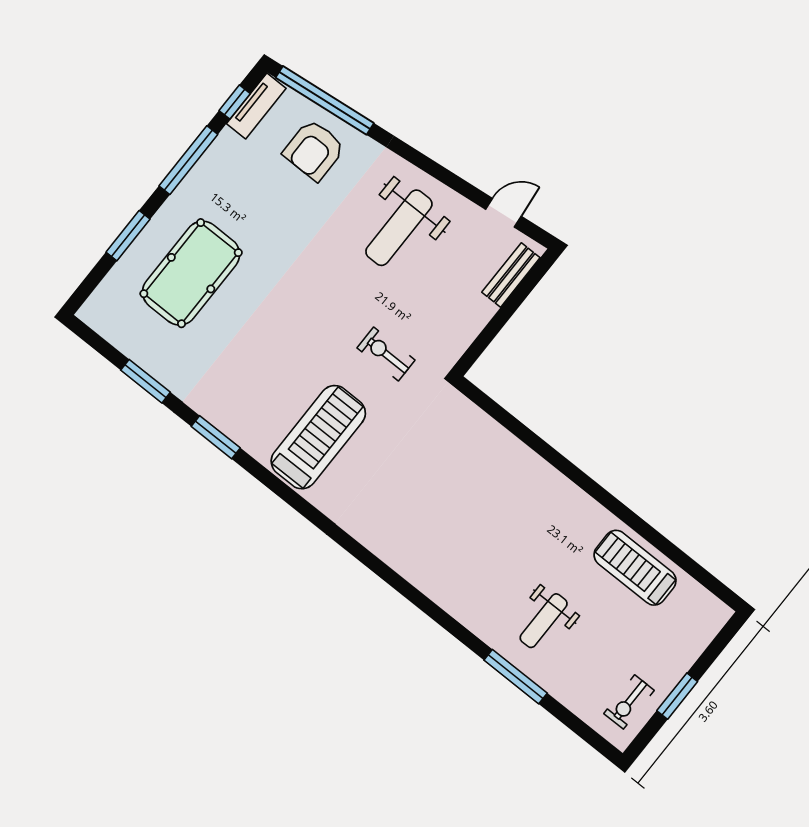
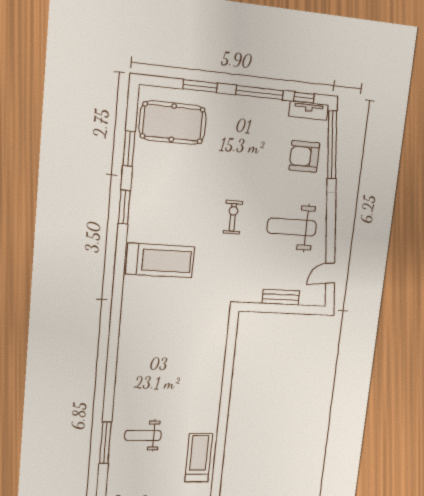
door: (503, 213) -> (330, 273), swing flipped
pool table: (191, 273) -> (173, 123), moved
bench: (511, 275) -> (281, 297), moved
exercise bike: (386, 354) -> (233, 217), moved

